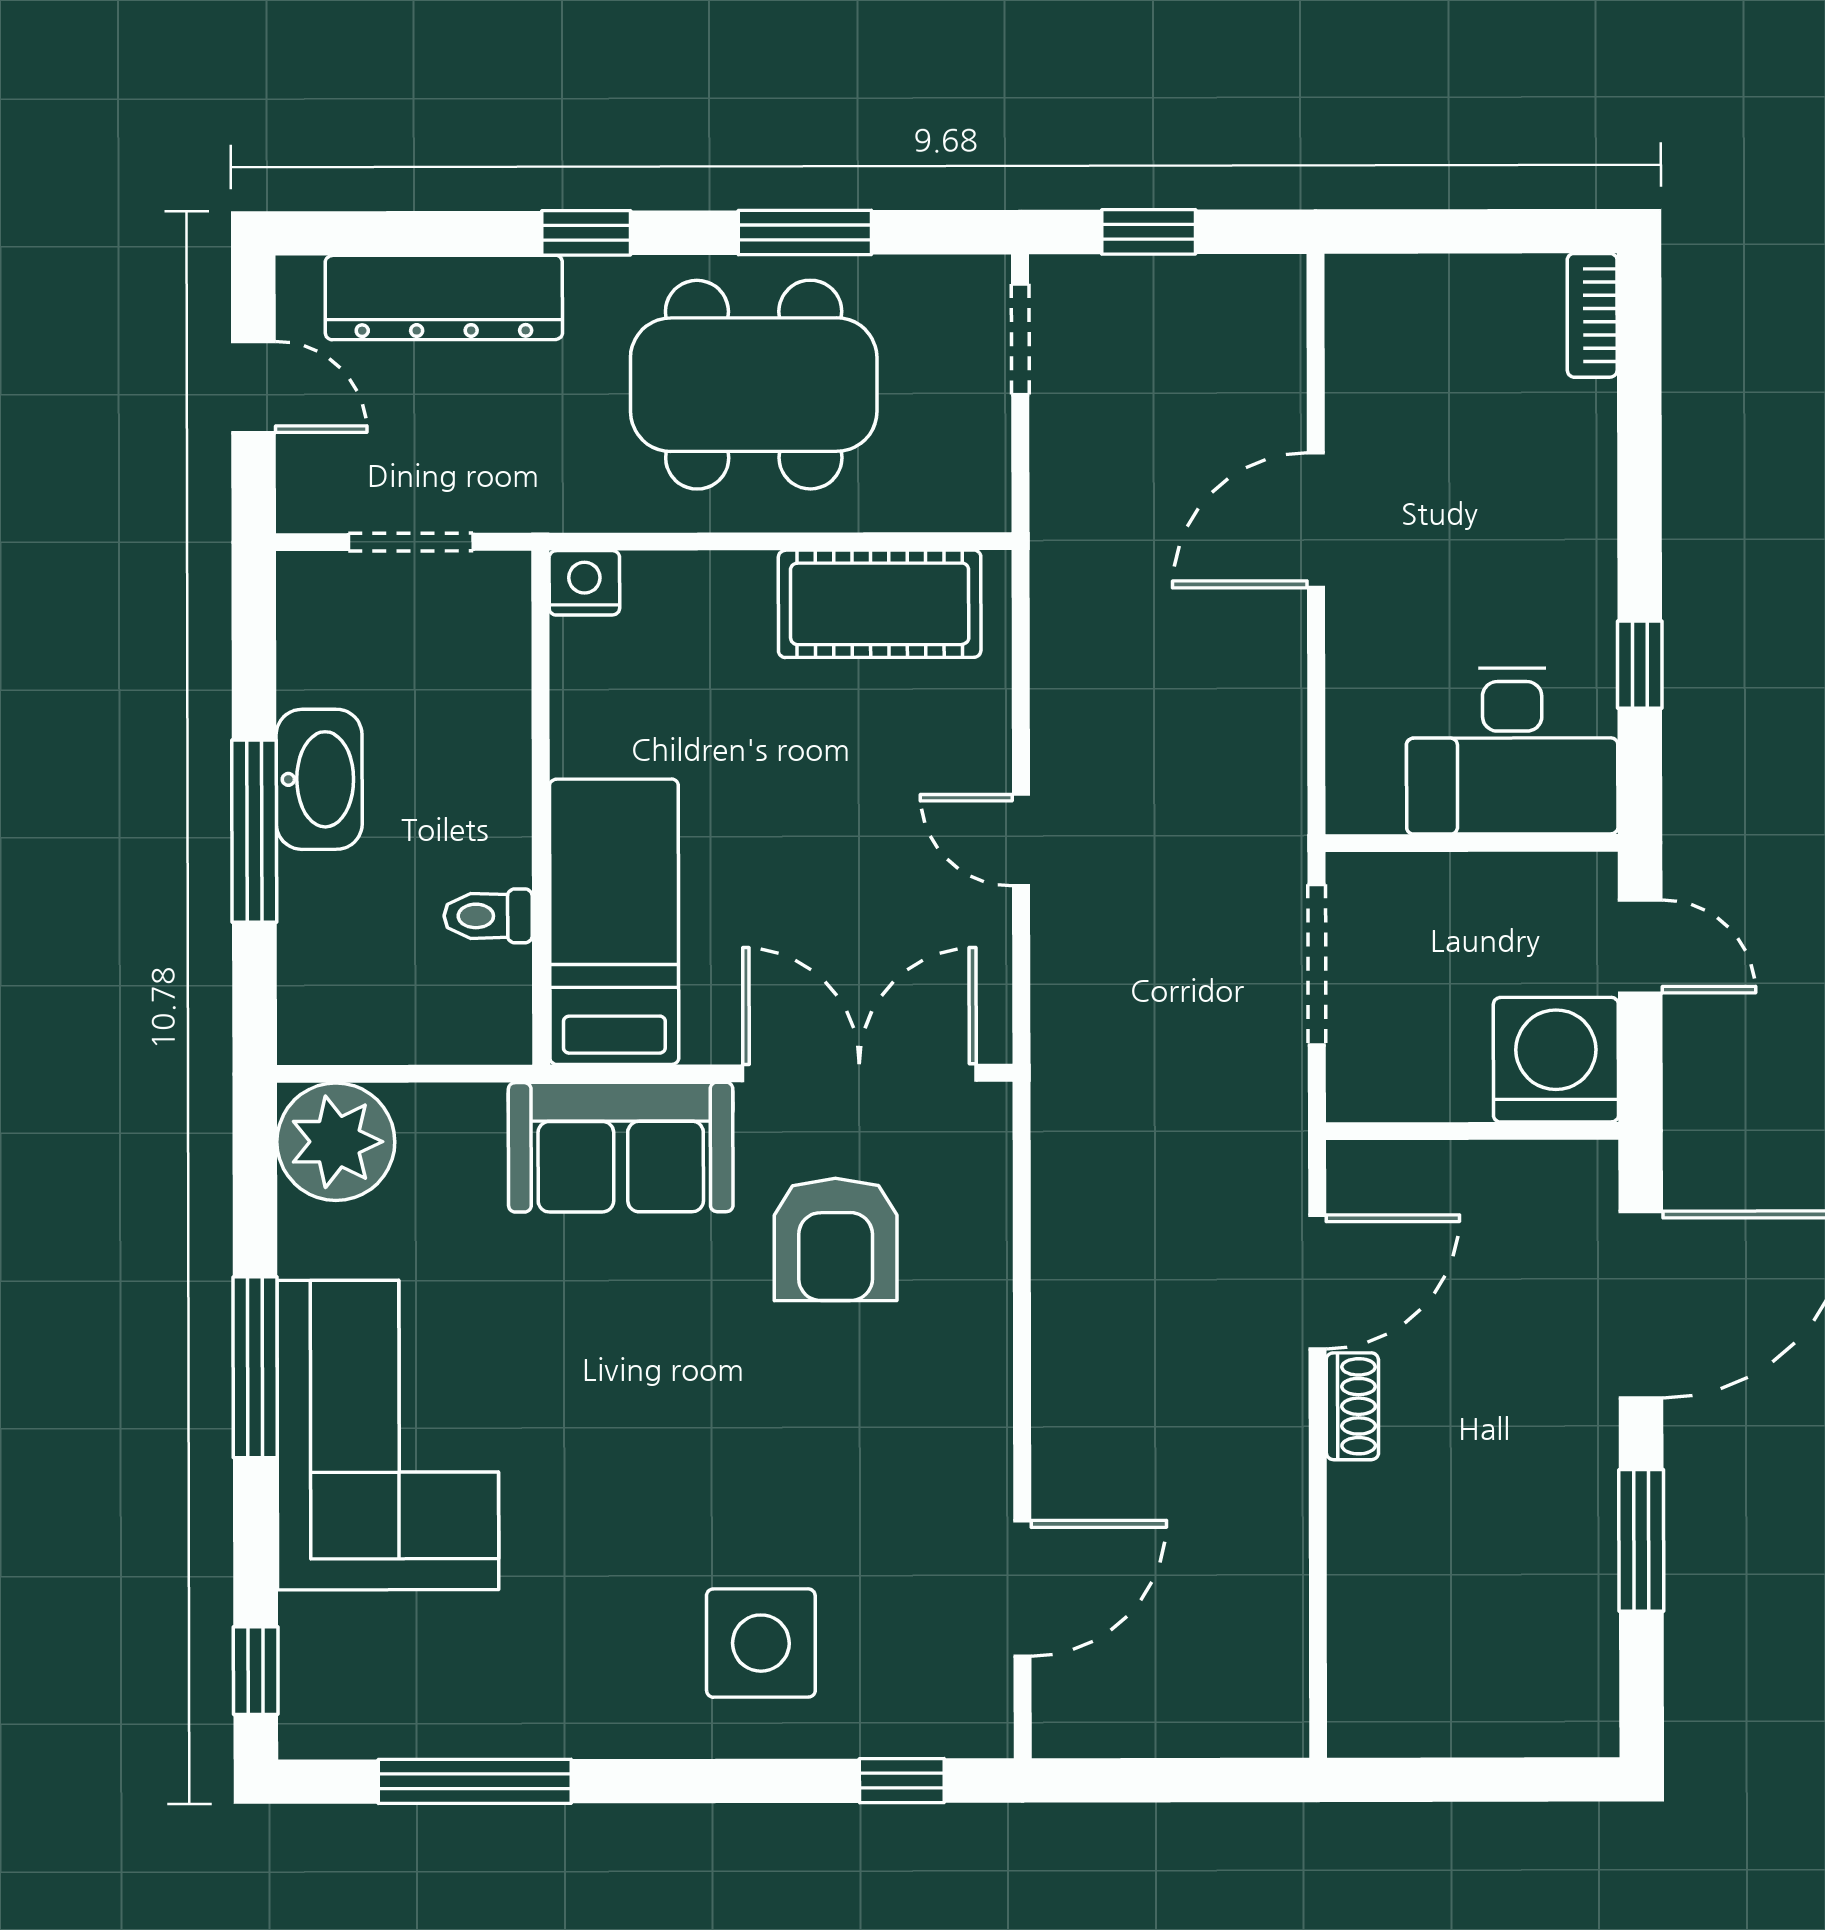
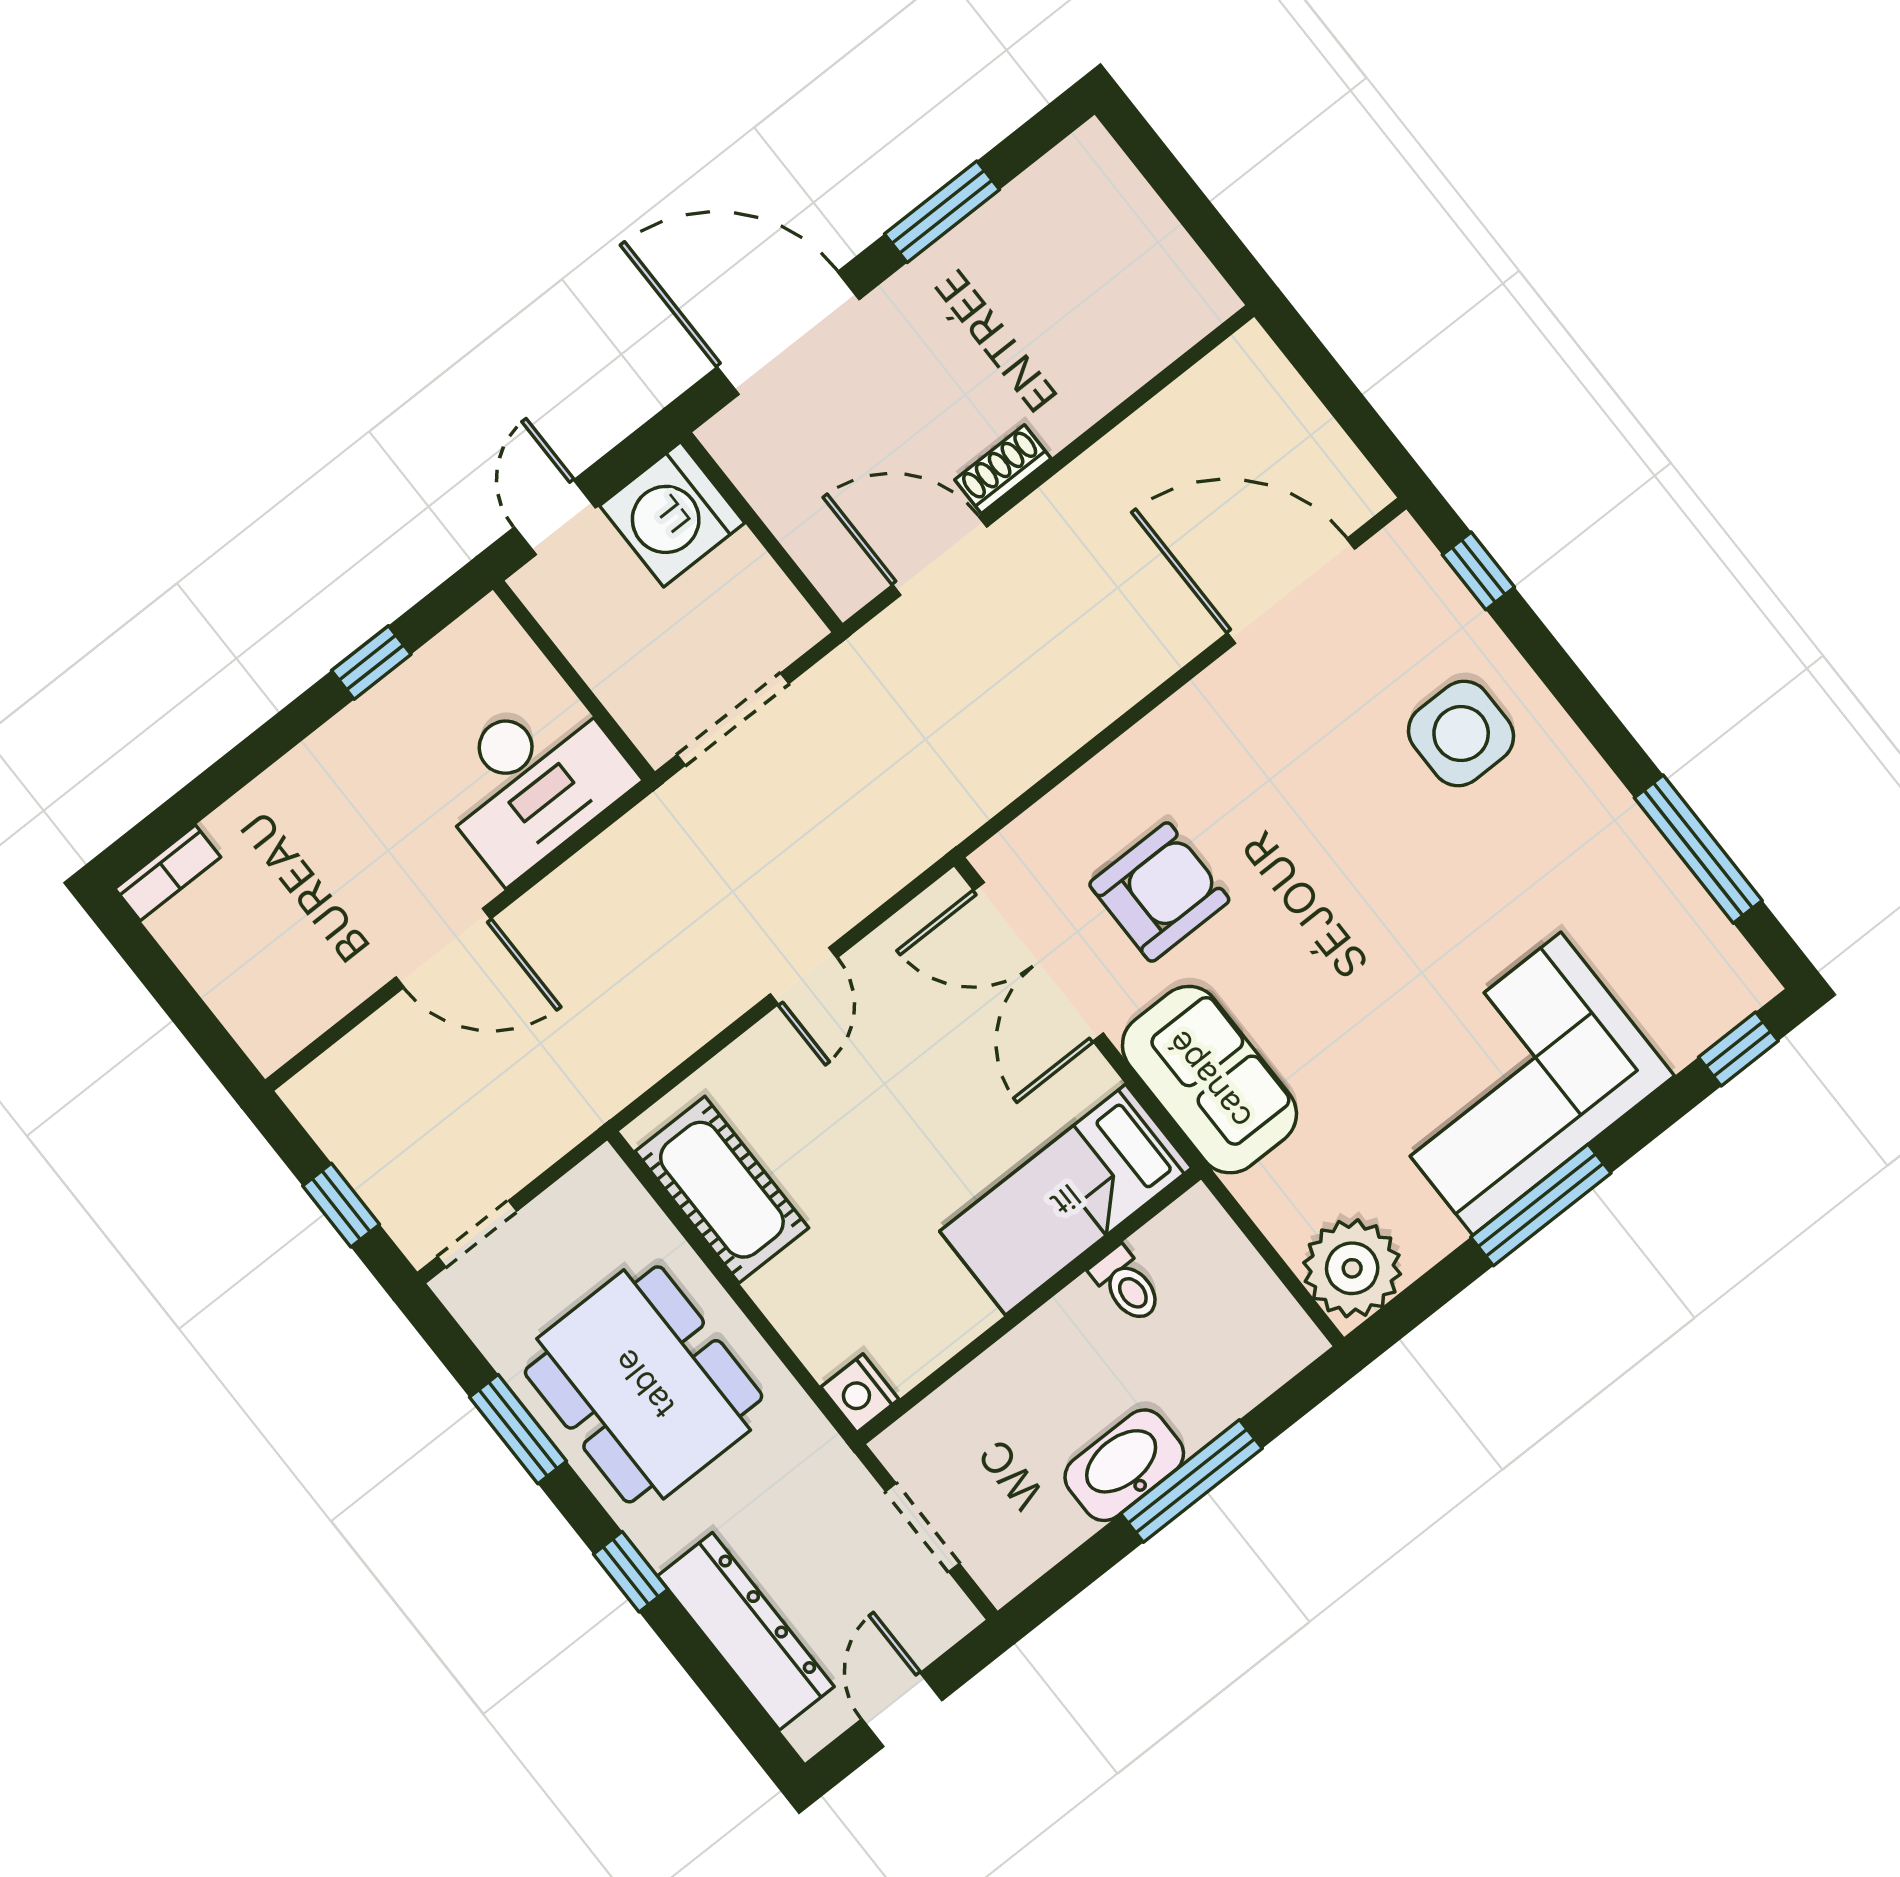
desk: (1512, 751) -> (532, 781), moved, turned 90
door: (1022, 1588) -> (1291, 591), width x1.36

